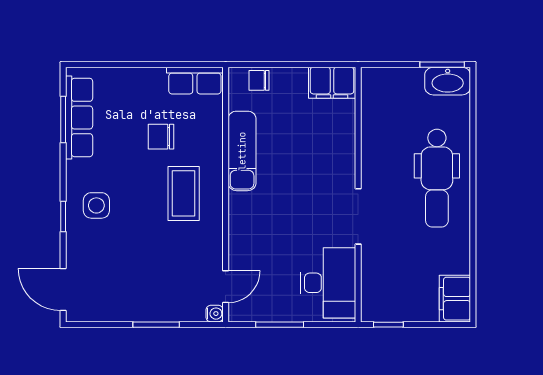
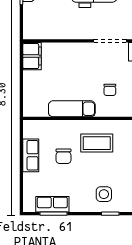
chair: (259, 80) -> (110, 90), moved
row of seats: (195, 81) -> (31, 155), moved
row of seats: (79, 117) -> (52, 204), width x0.68

